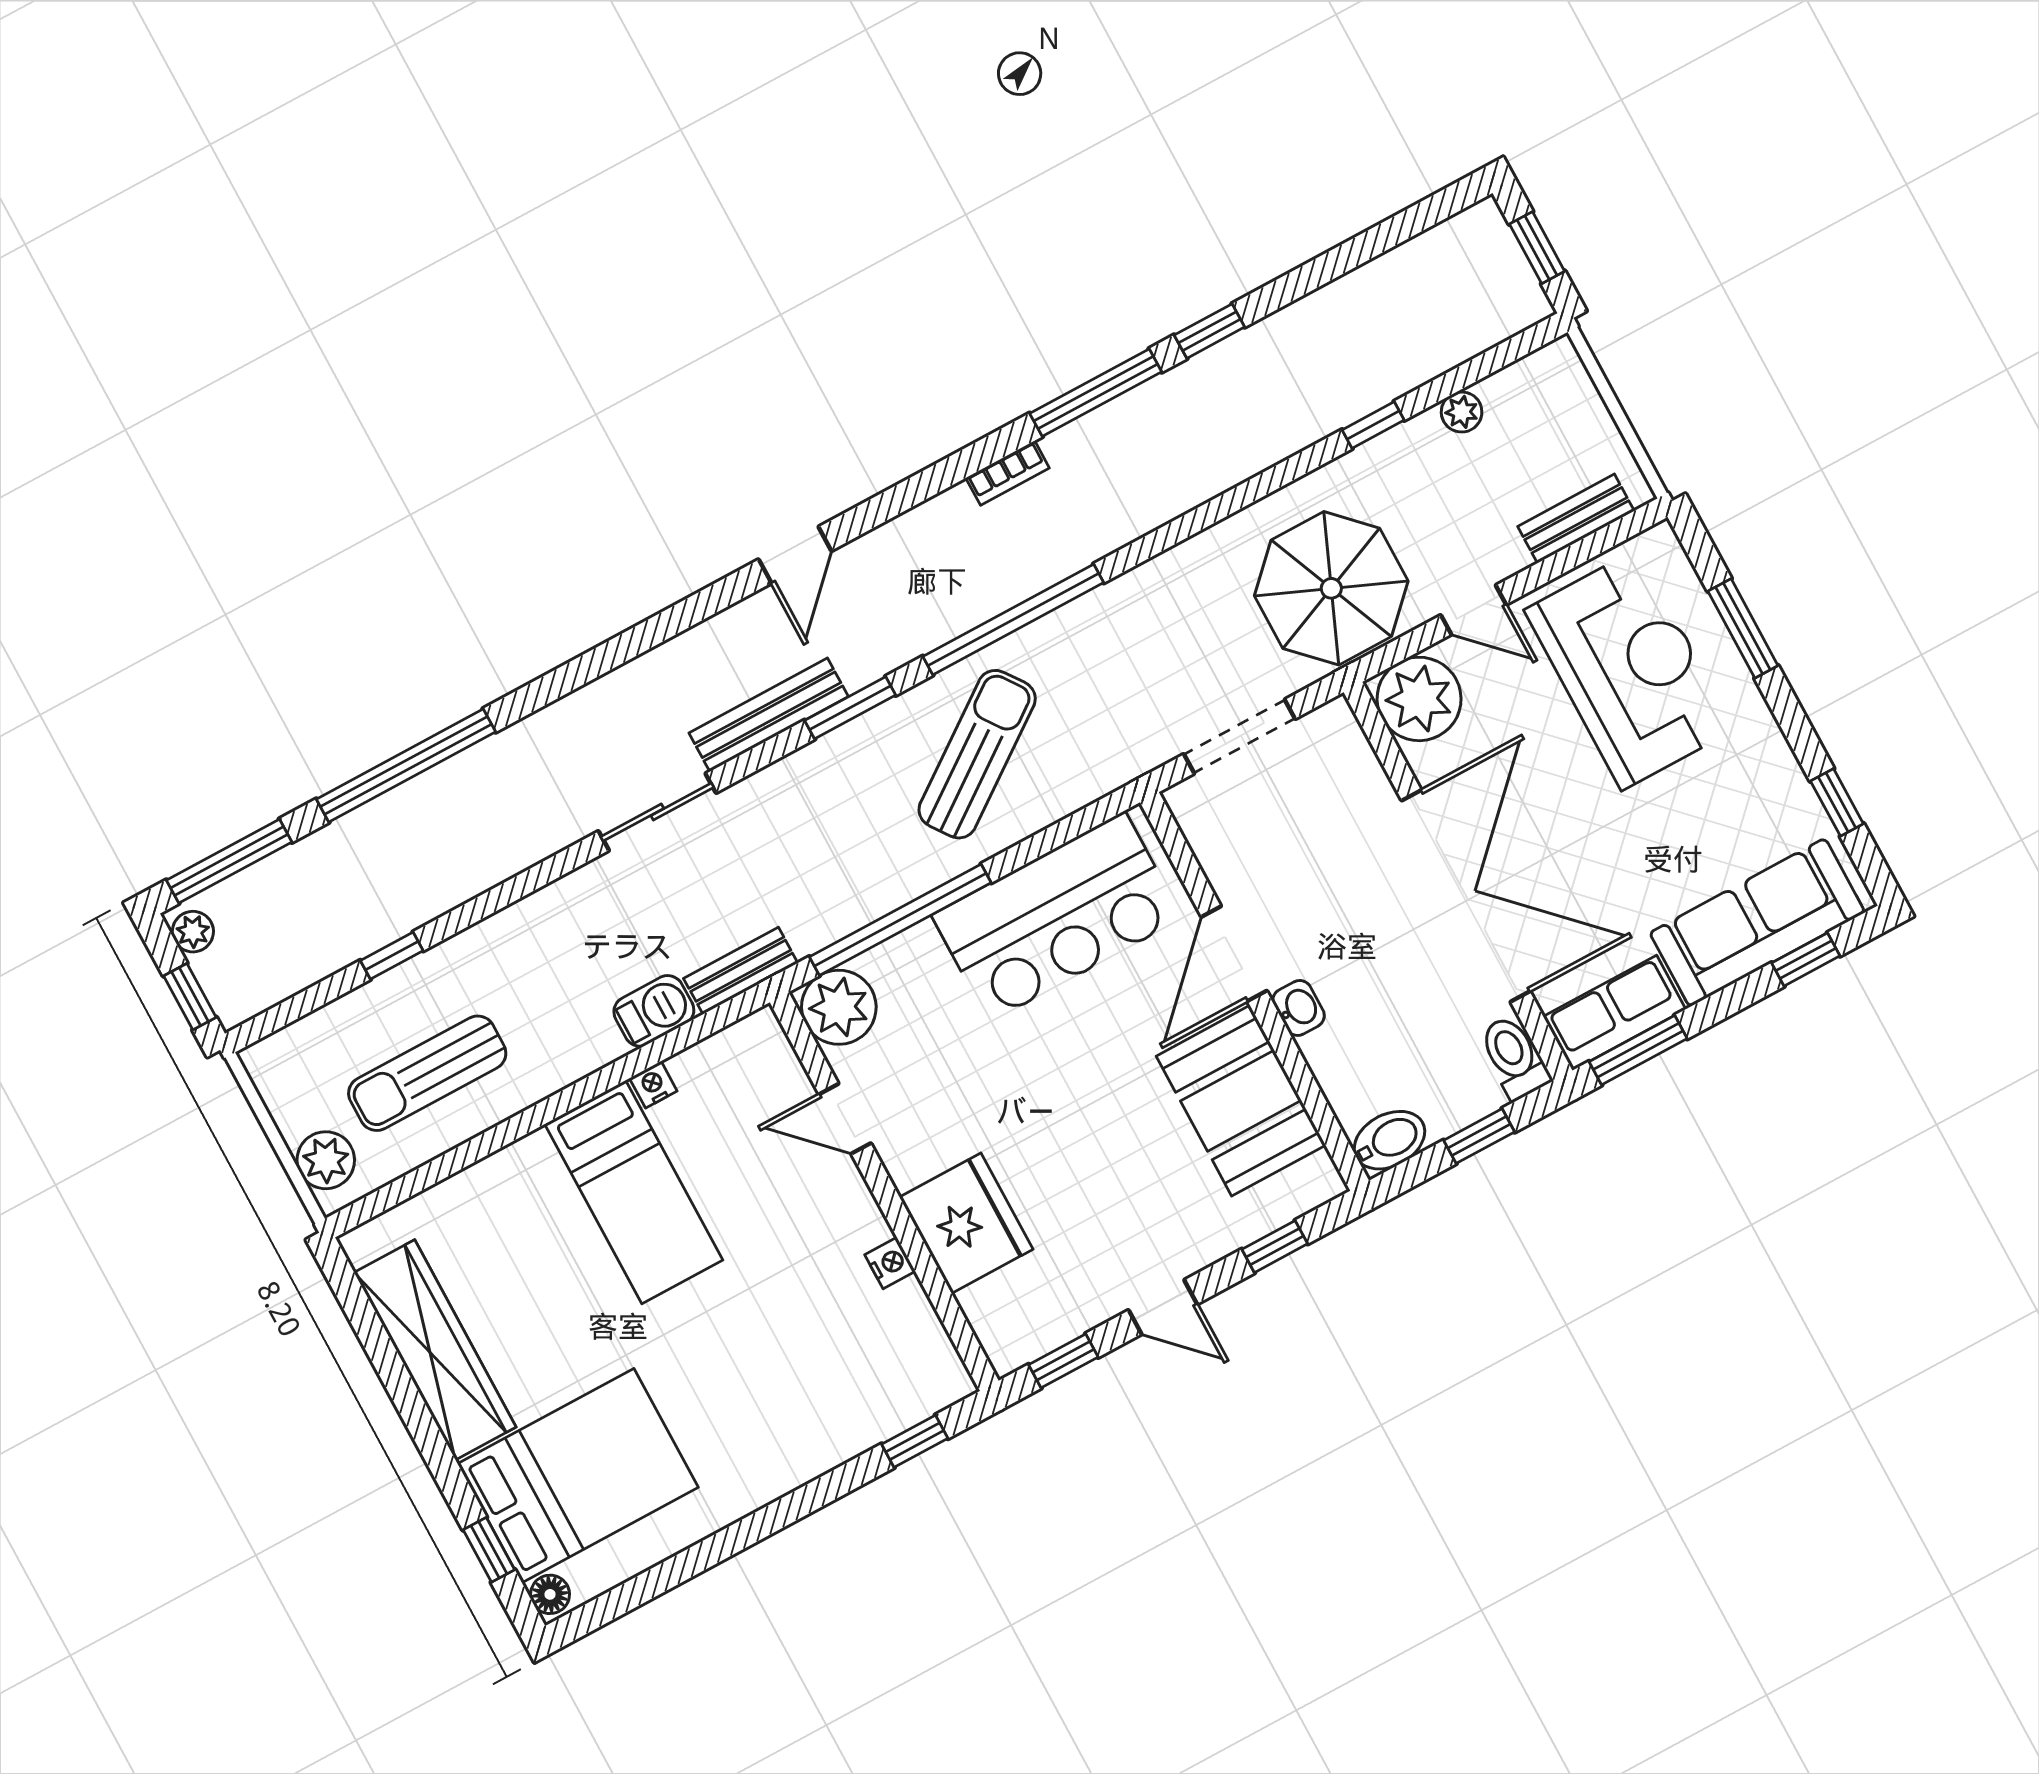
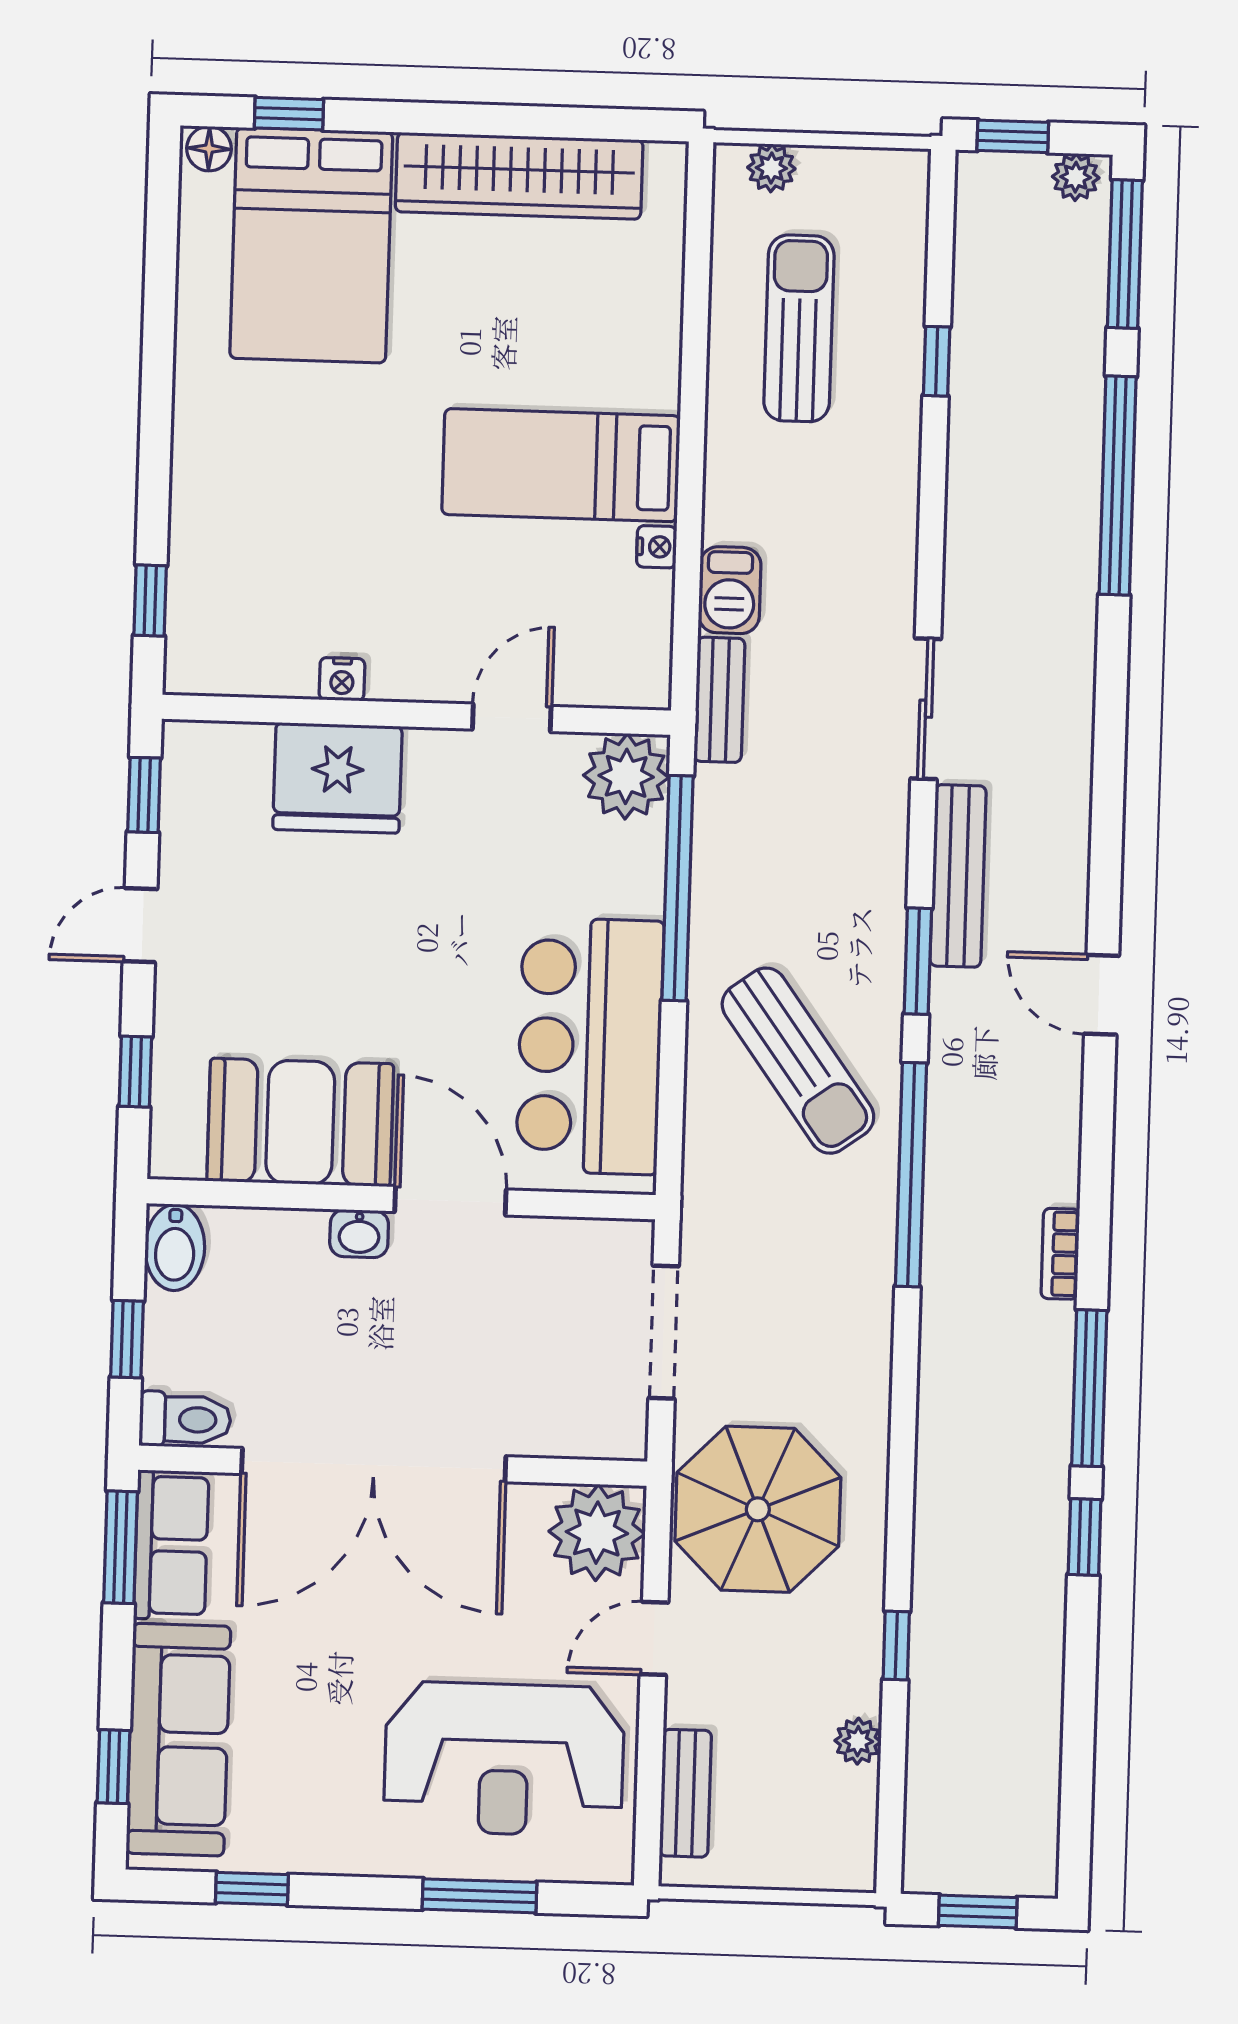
plant: (326, 1160) -> (771, 168), width x0.73, depth x0.73

